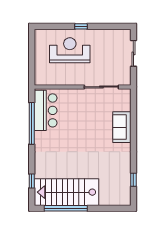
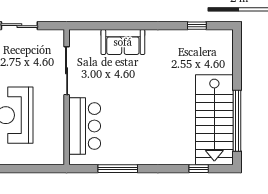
bar counter: (46, 110) -> (85, 126), moved, turned 90
window: (32, 123) -> (118, 169), width x0.68

